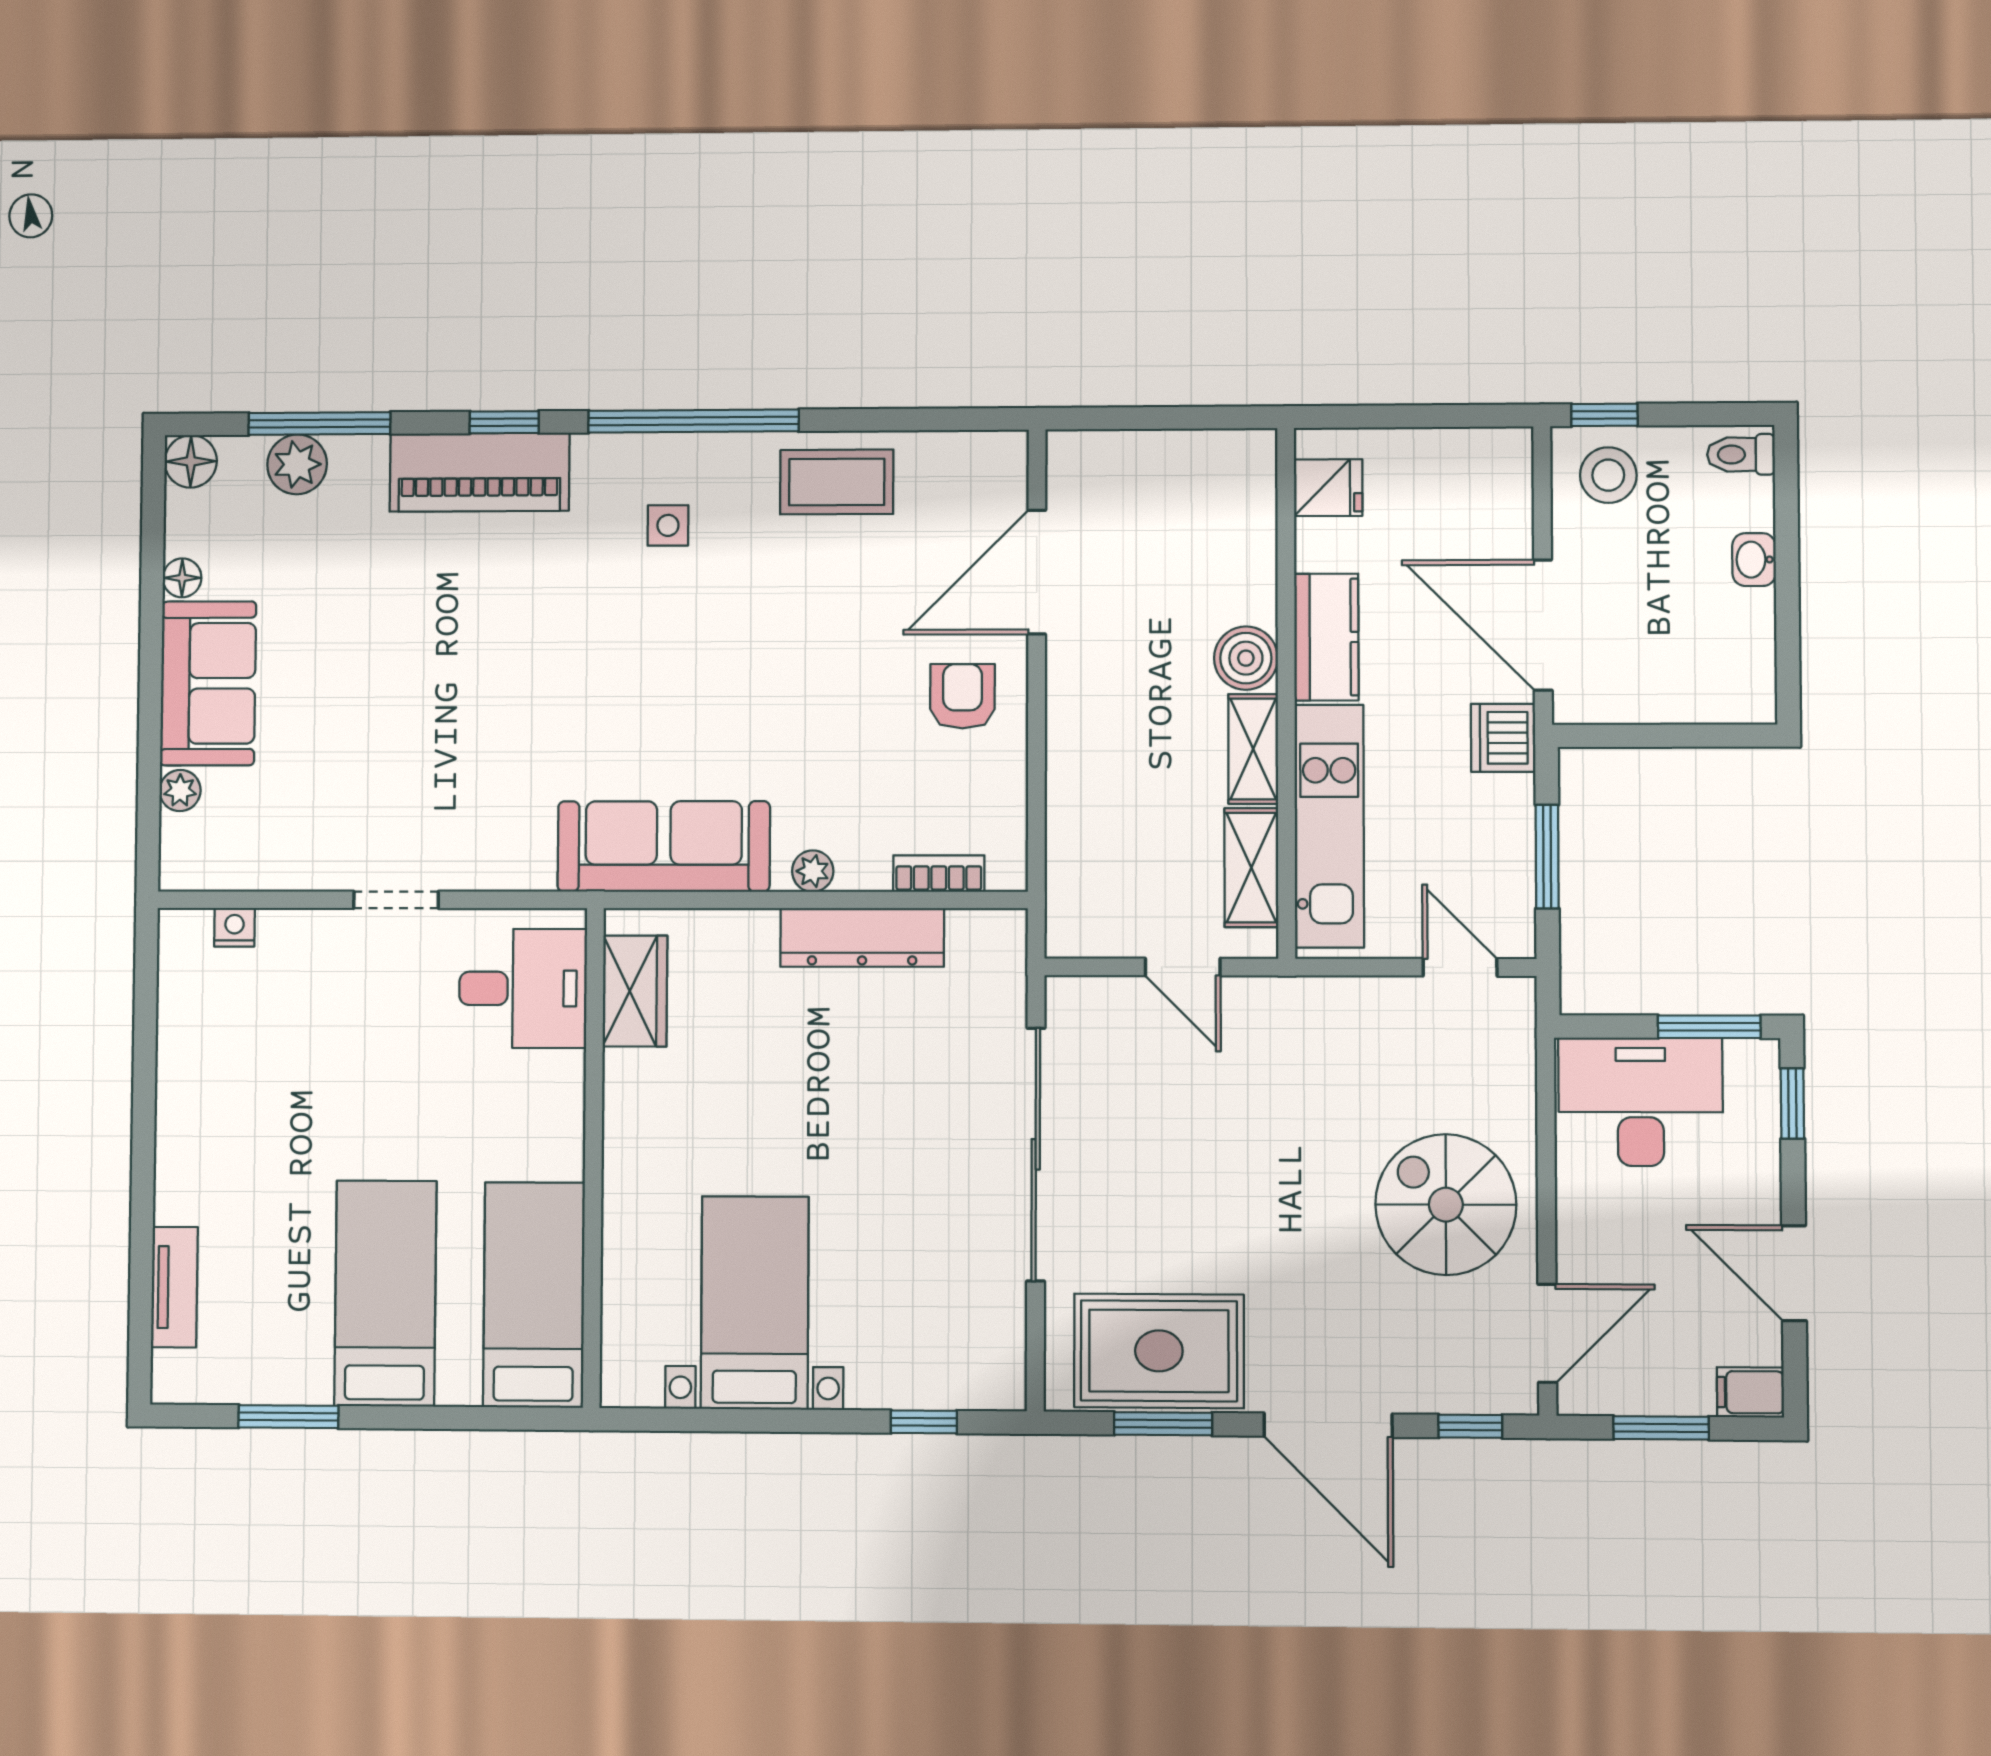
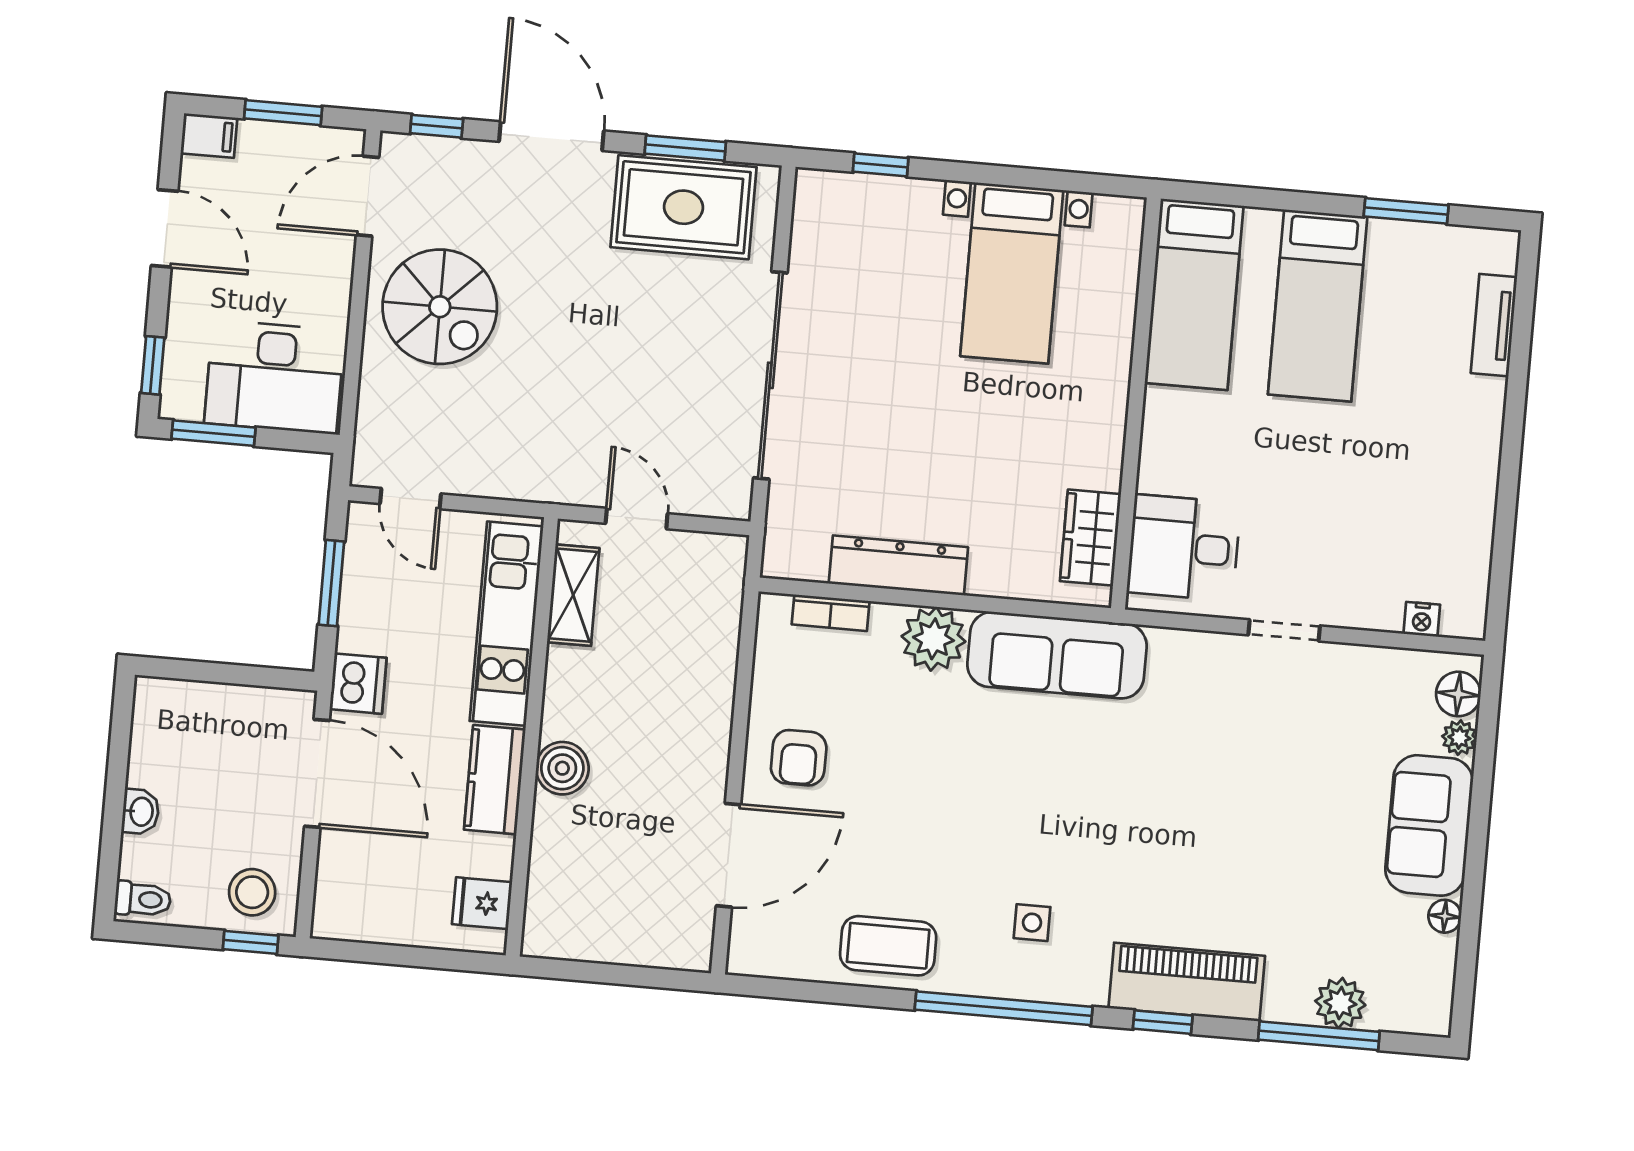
floor lamp: (191, 461) -> (1458, 694), moved
shelving: (1253, 749) -> (563, 693), removed
plant: (813, 871) -> (933, 639), width x1.87, depth x1.87

